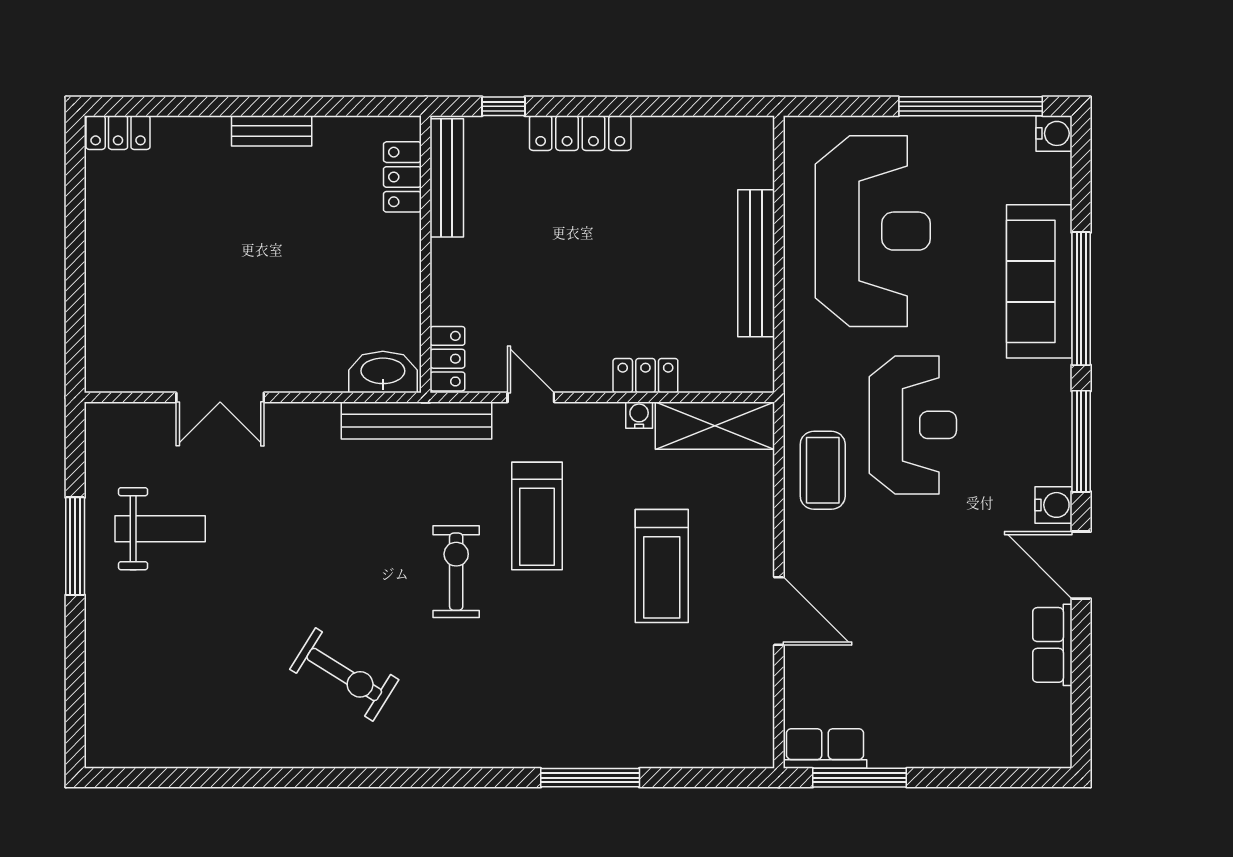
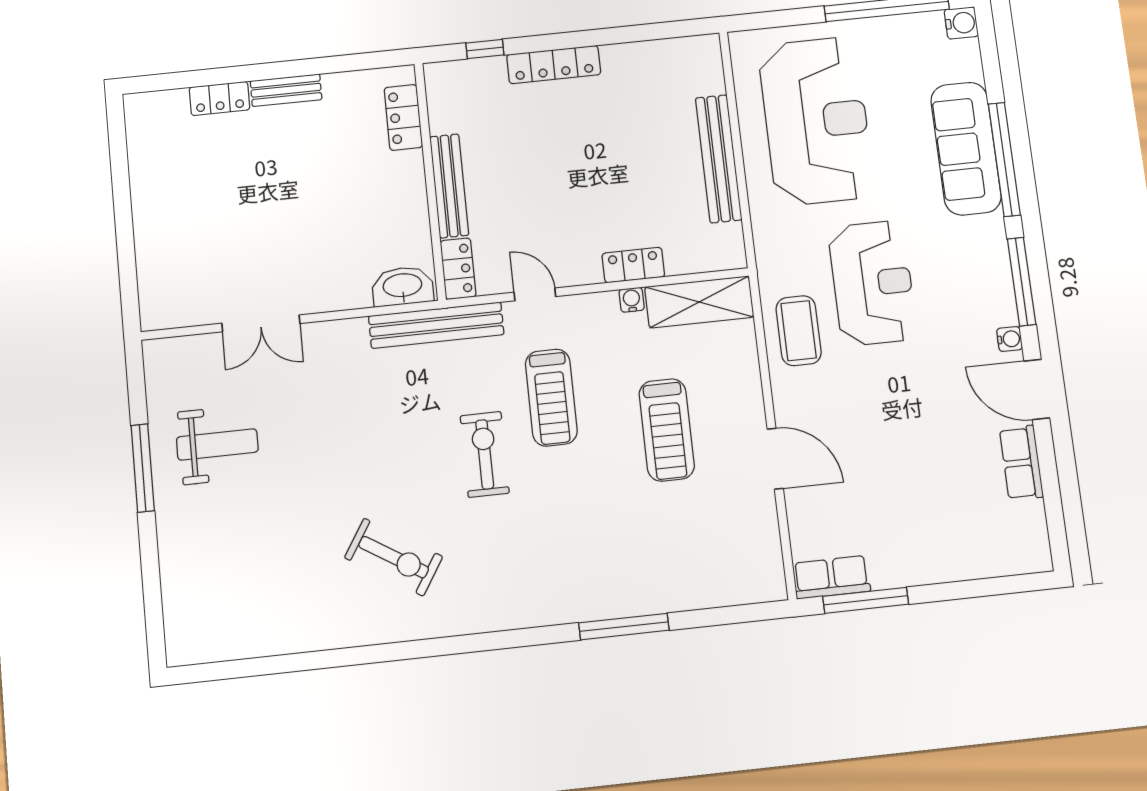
locker: (118, 133) -> (220, 99), moved
bench: (447, 178) -> (449, 186), moved
water cooler: (1053, 505) -> (1010, 339), width x0.72, depth x0.72

